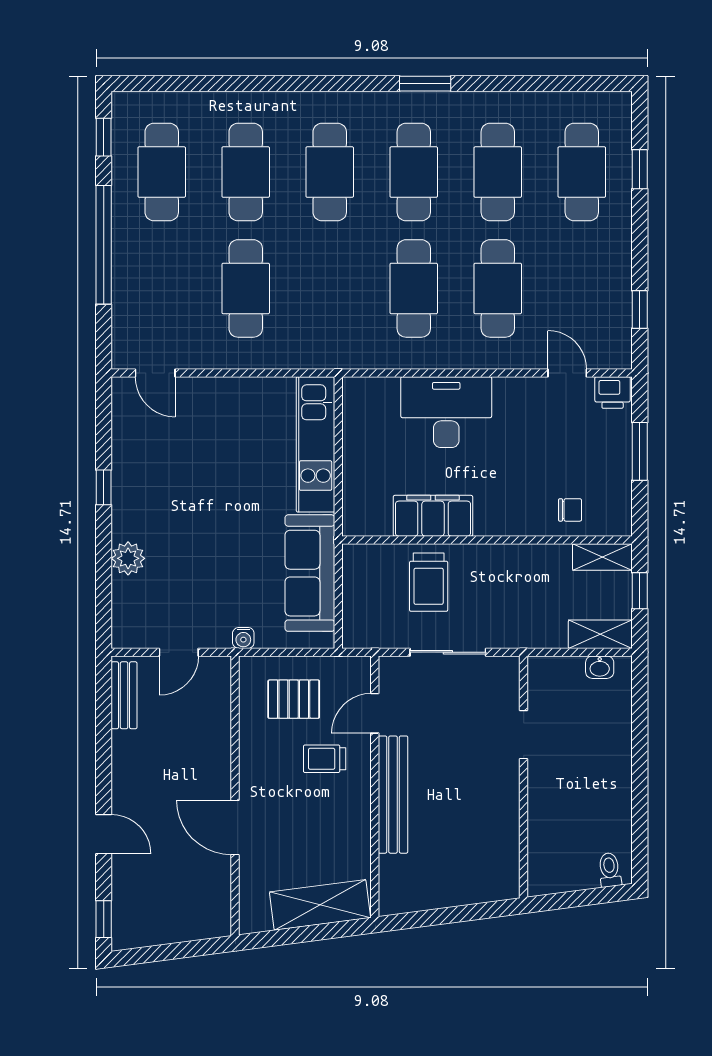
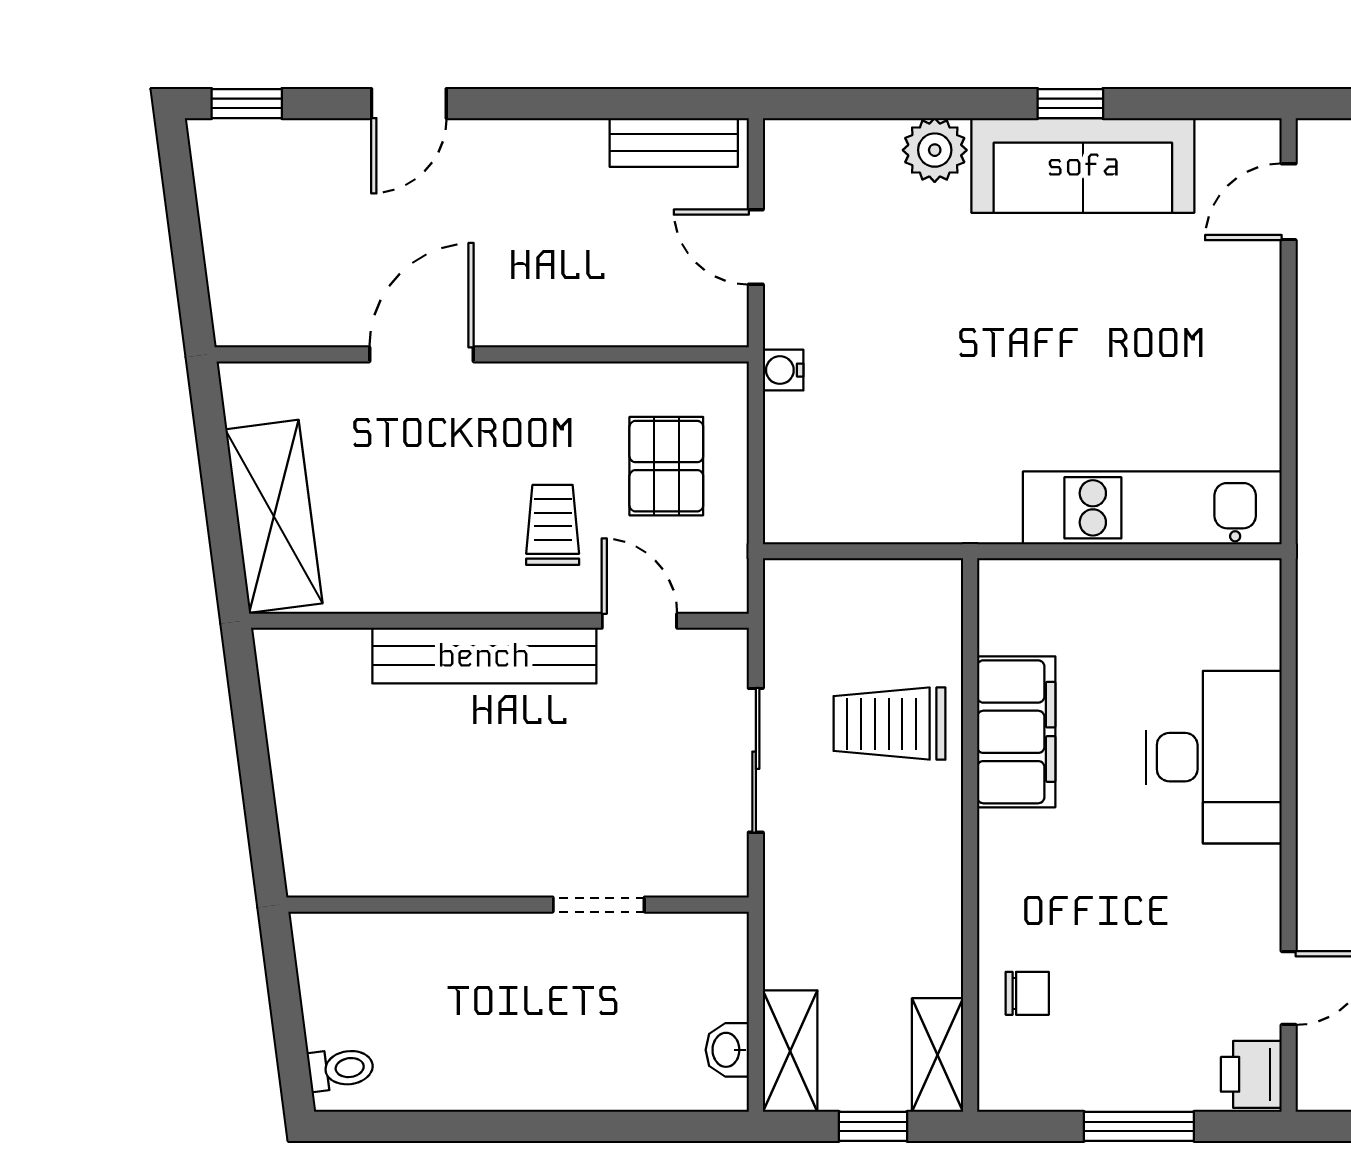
chair: (570, 510) -> (1027, 993), turned -90
sofa: (310, 573) -> (1083, 165), moved, turned 180

